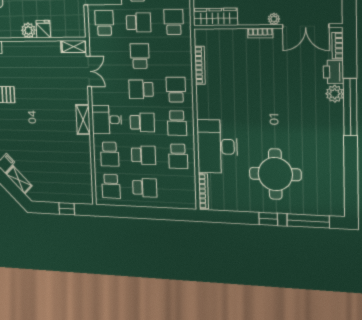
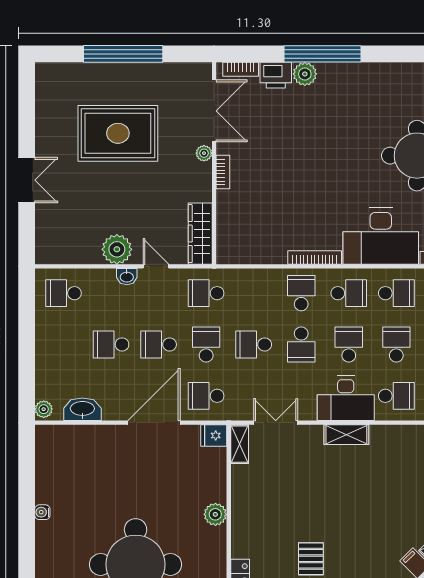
fridge: (43, 29) -> (214, 436), moved
bookcase: (200, 65) -> (315, 257), moved
school desk: (176, 90) -> (301, 293), turned 90
desk: (107, 120) -> (346, 398), width x1.37

